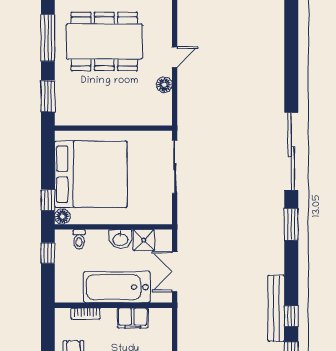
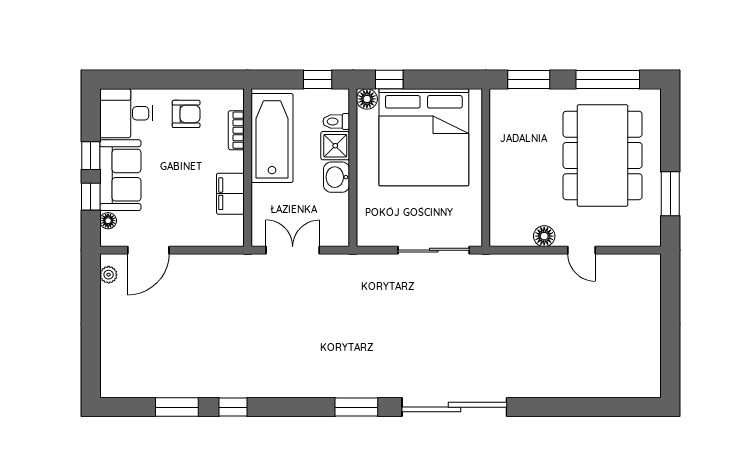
shower: (144, 240) -> (335, 146), moved
bathtub: (117, 287) -> (272, 138), moved
bench: (276, 308) -> (243, 387), removed

